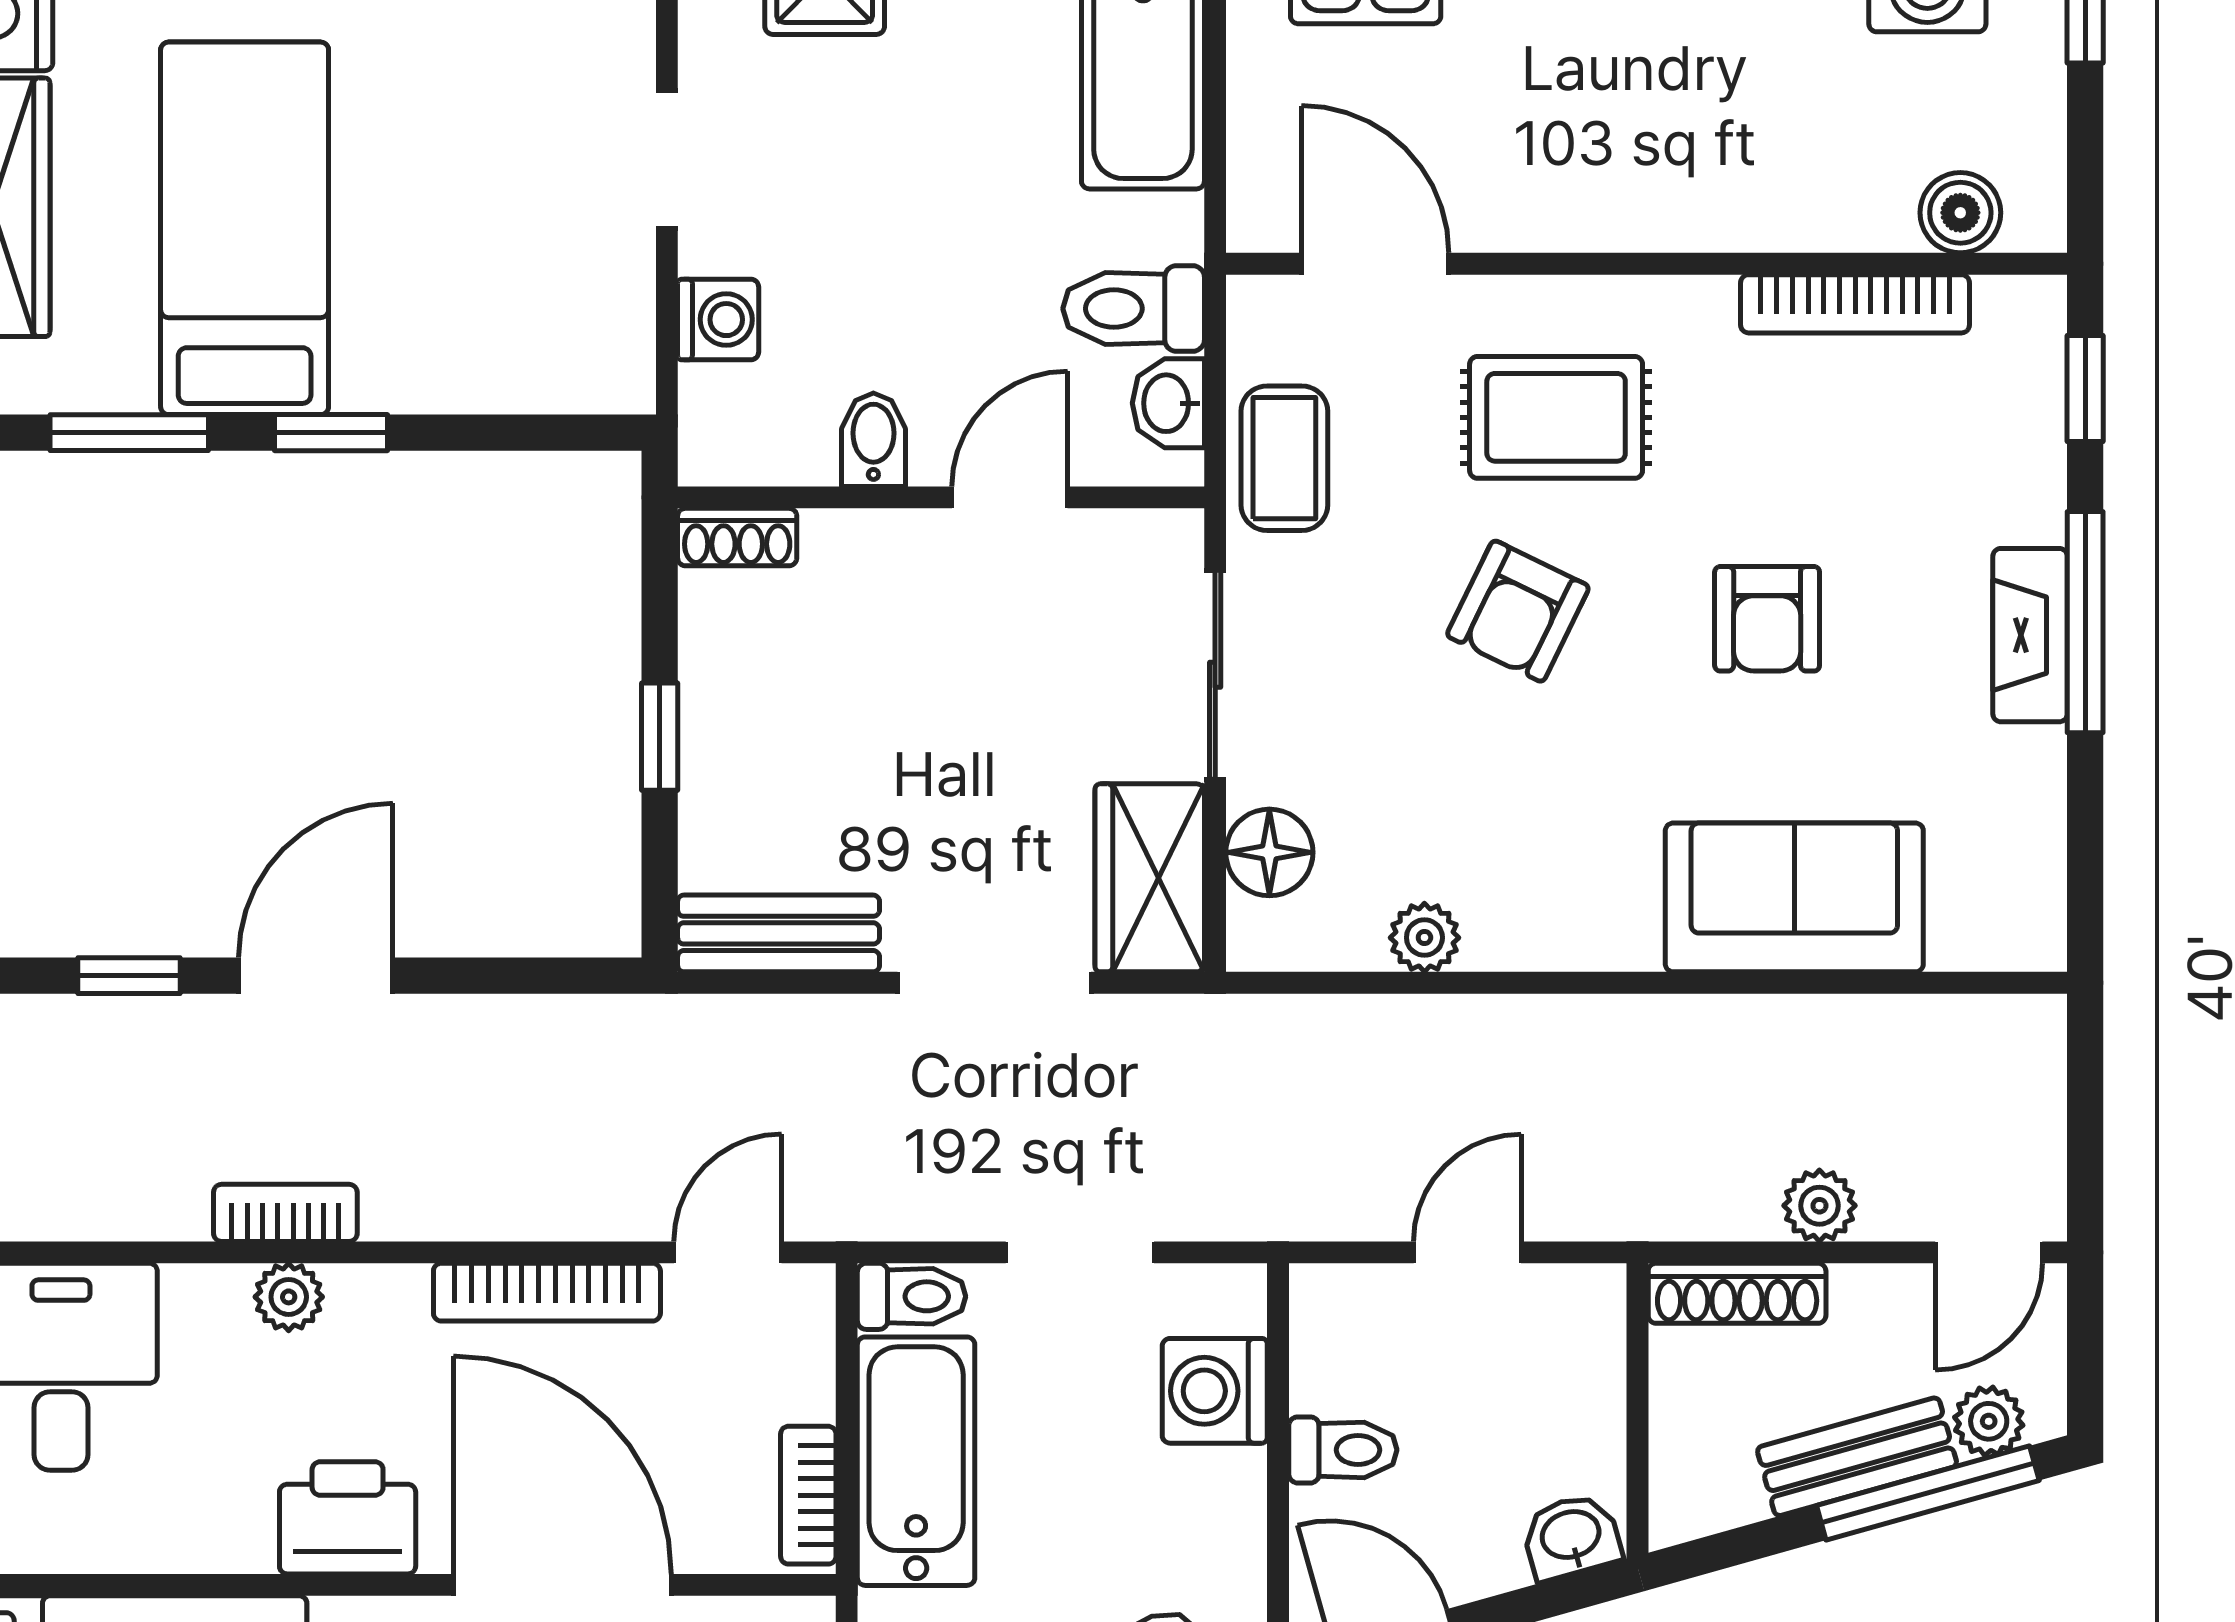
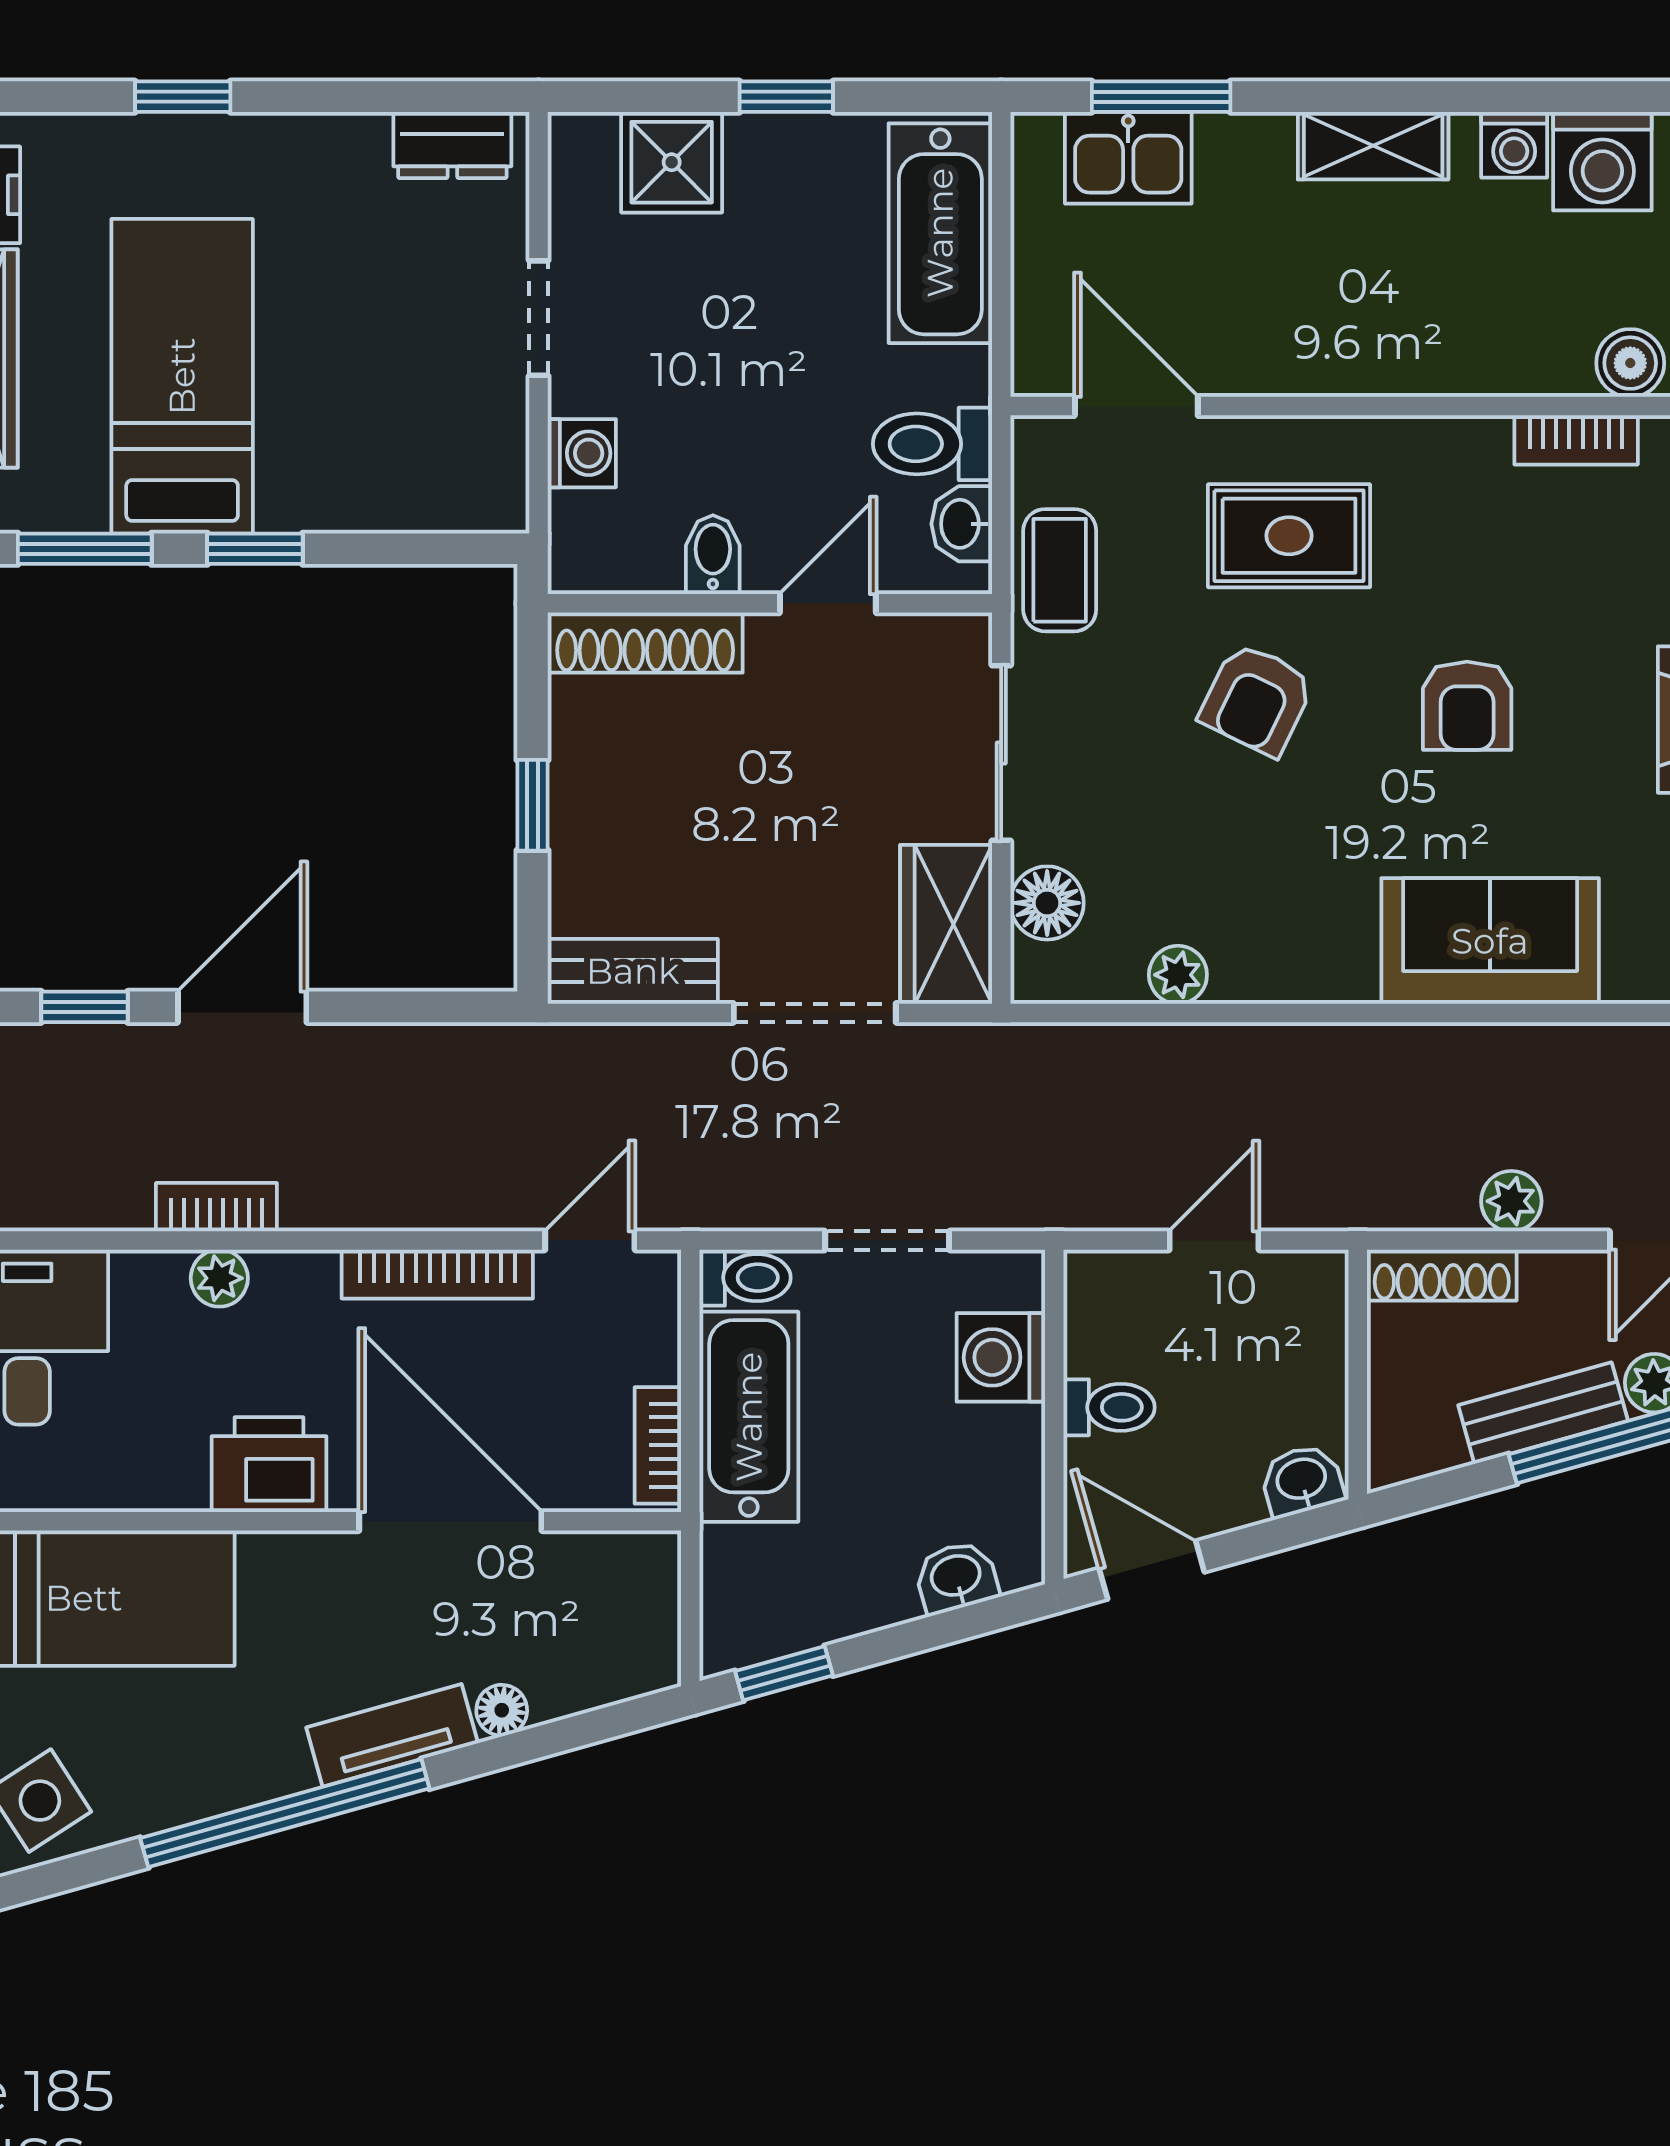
bookcase: (1855, 304) -> (1576, 440), width x0.64
shoe rack: (737, 537) -> (645, 643), width x1.94, depth x1.24

